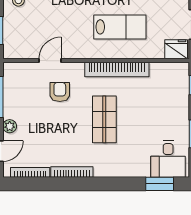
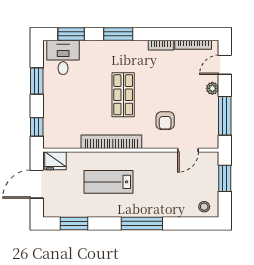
door: (50, 61) -> (188, 150), moved
bookcase: (72, 172) -> (161, 45), width x0.64
window: (109, 184) -> (118, 34), added

